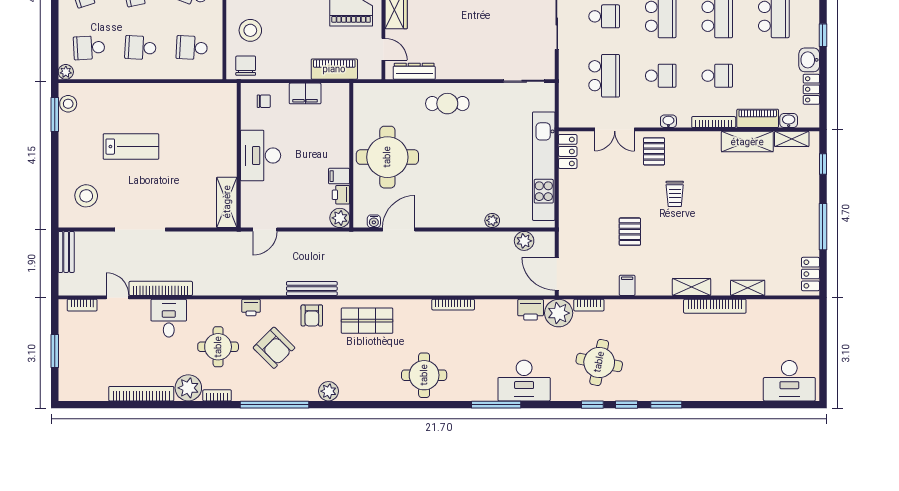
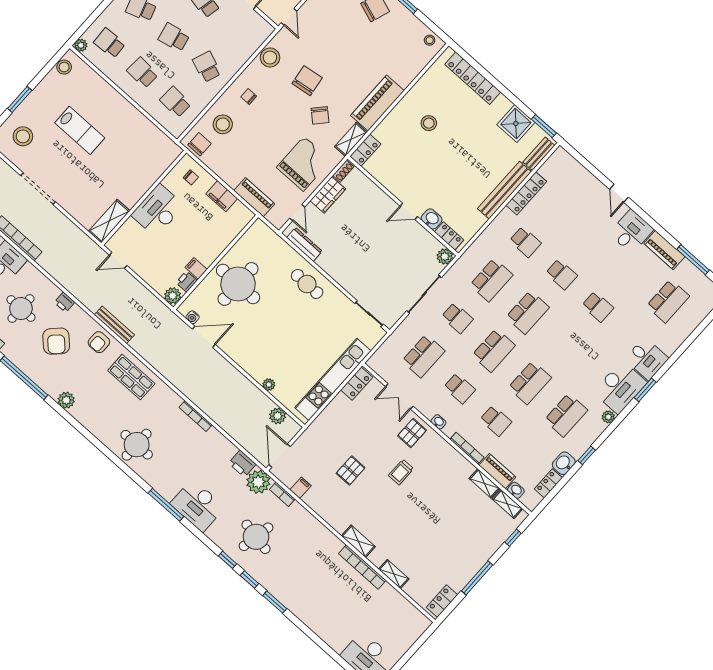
window: (55, 114) -> (20, 99), moved
shelving: (747, 142) -> (484, 483), width x0.67, depth x0.75
filing cabinet: (627, 285) -> (300, 488), moved

